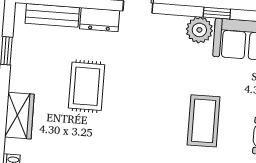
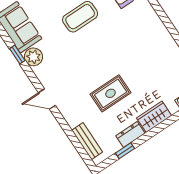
dresser: (100, 20) -> (130, 134), moved, turned -90

